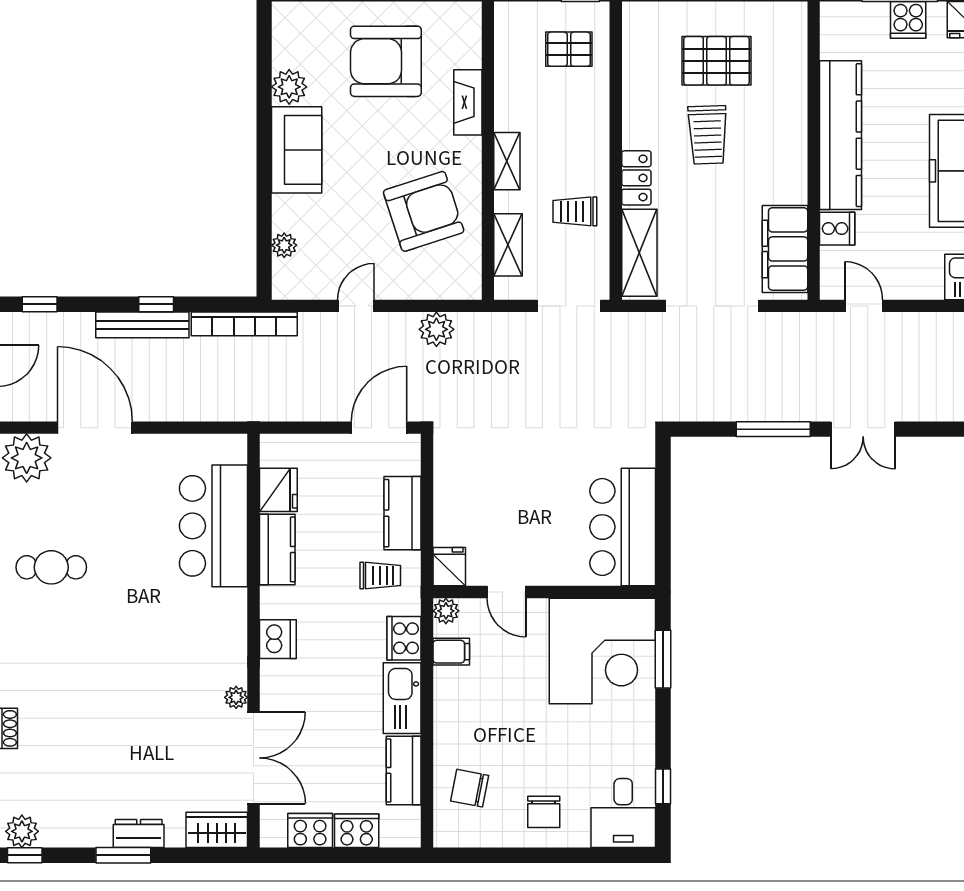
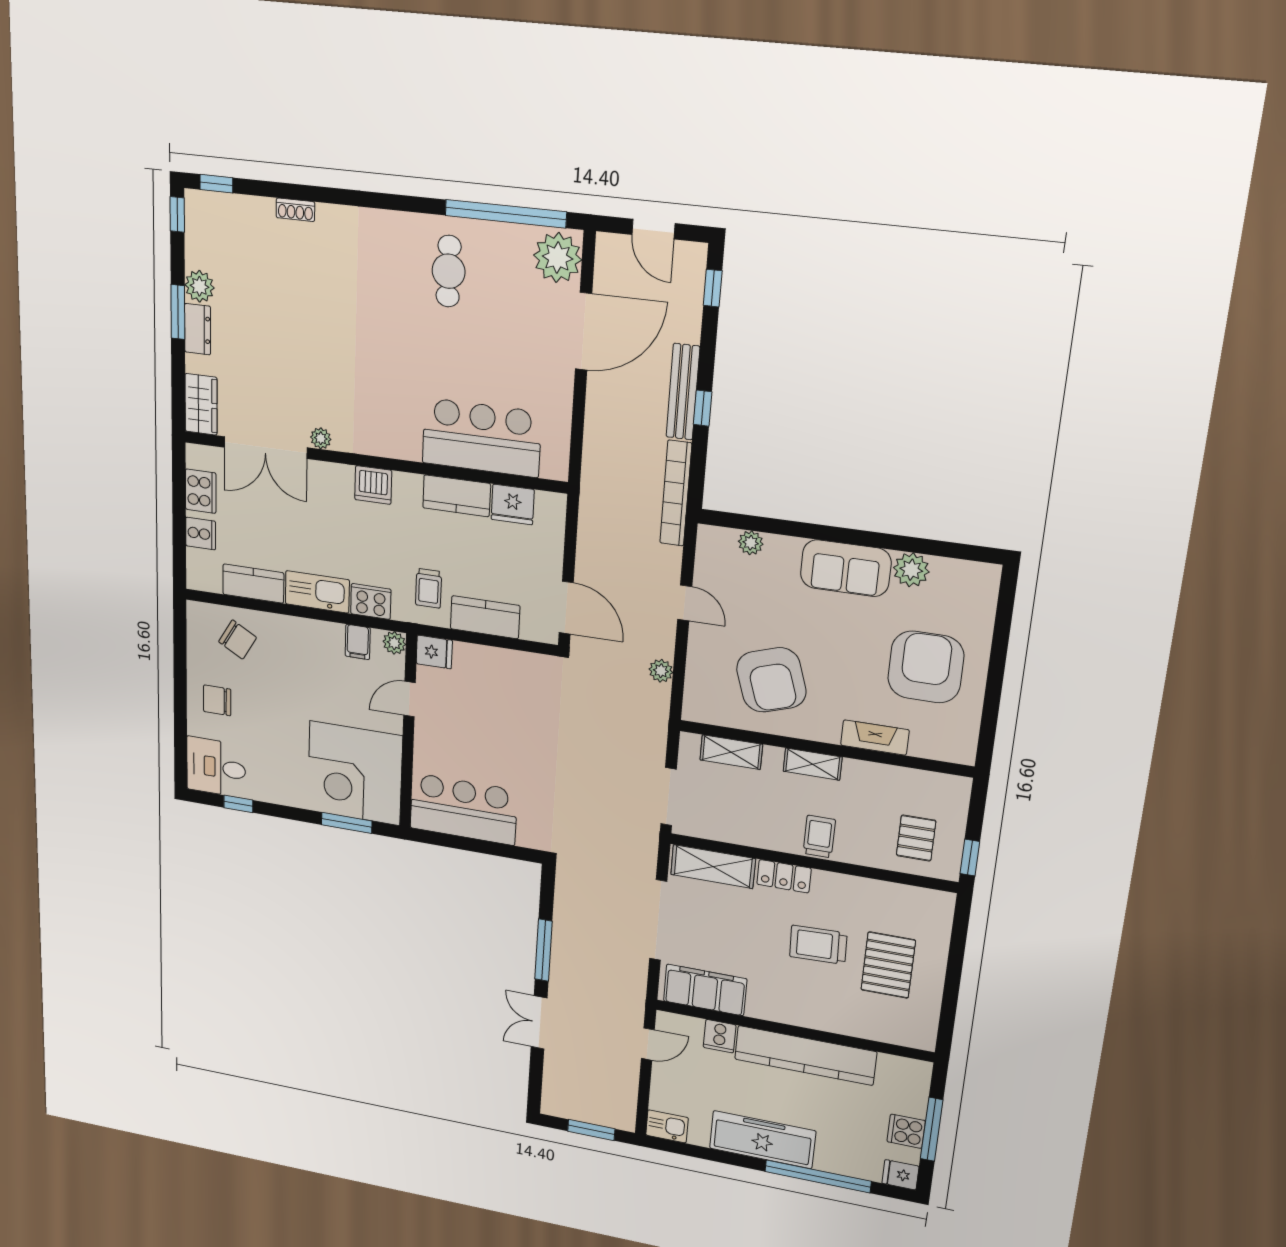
trolley: (575, 211) -> (819, 837), moved
plant: (436, 329) -> (661, 671), width x0.73, depth x0.73
chair: (470, 788) -> (238, 640), turned 109
plant: (22, 831) -> (199, 286), moved
cooker: (357, 831) -> (201, 534), width x0.73

